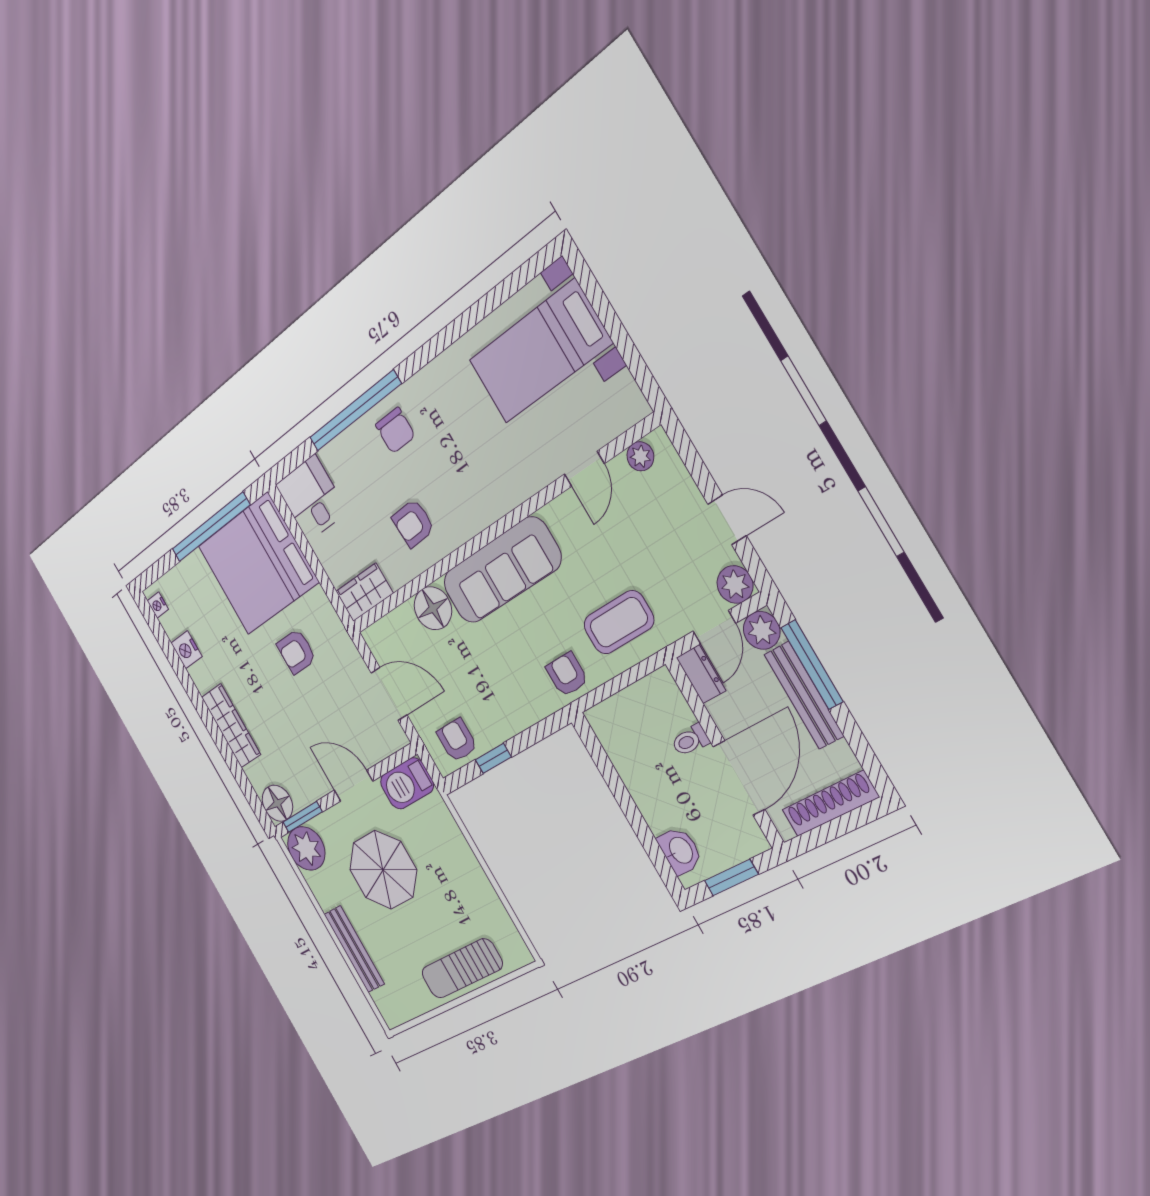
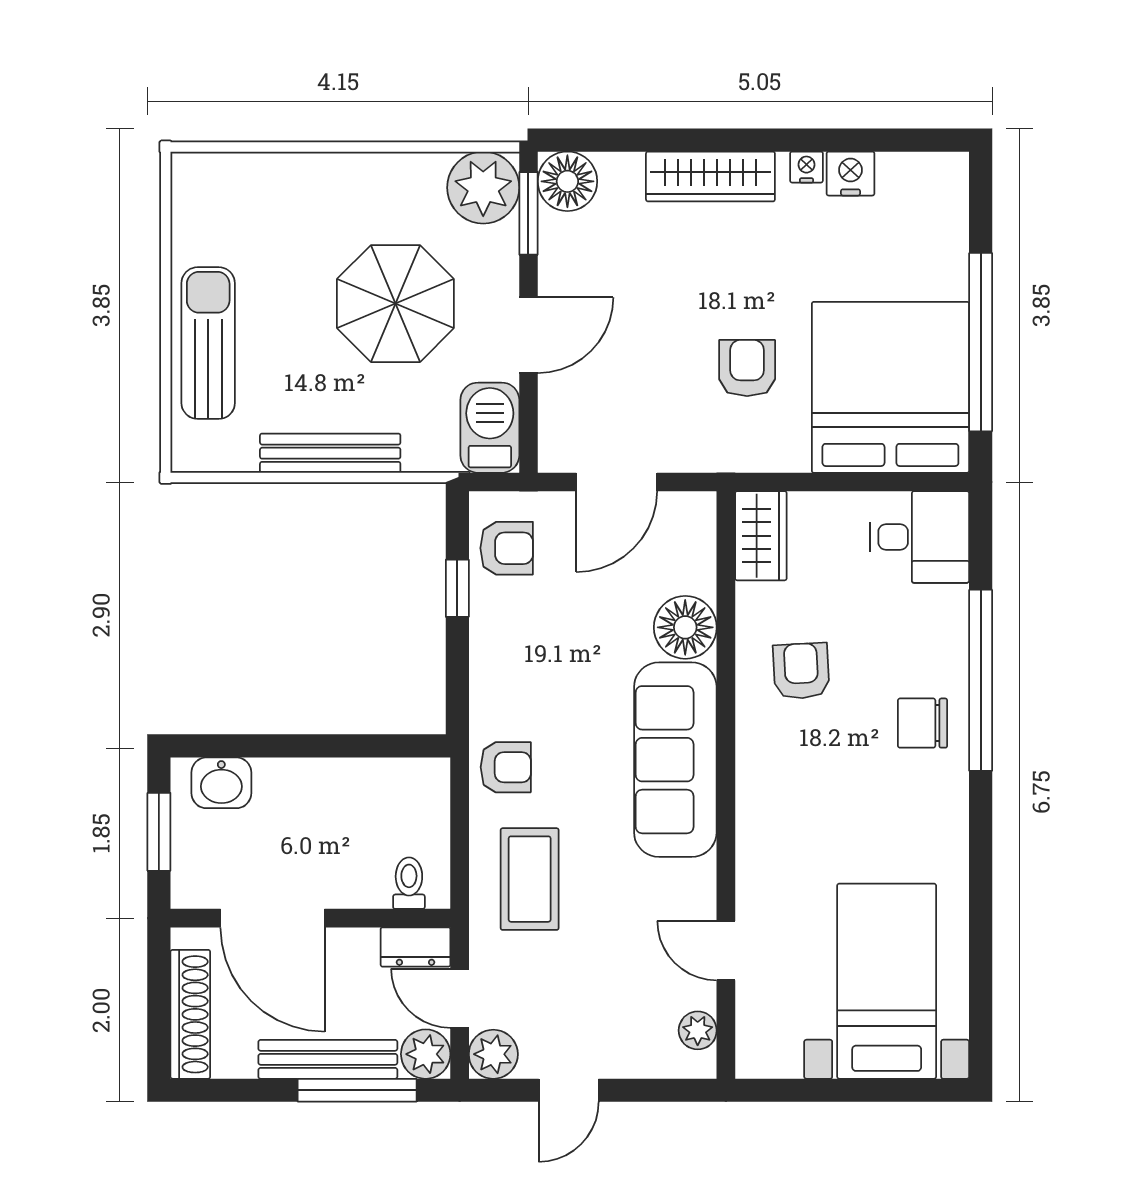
nightstand: (158, 605) -> (806, 167), moved
toilet: (690, 740) -> (409, 883), moved
bench: (354, 949) -> (330, 453), moved

